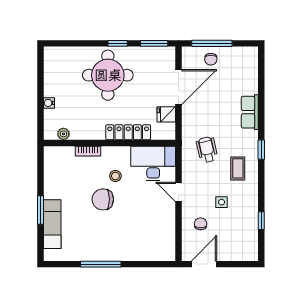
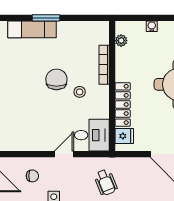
fridge: (166, 114) -> (124, 136), moved, turned 90
wheelchair: (207, 150) -> (106, 182), turned 81
bookcase: (88, 151) -> (104, 65), width x1.56
desk: (153, 164) -> (92, 135), width x0.73

